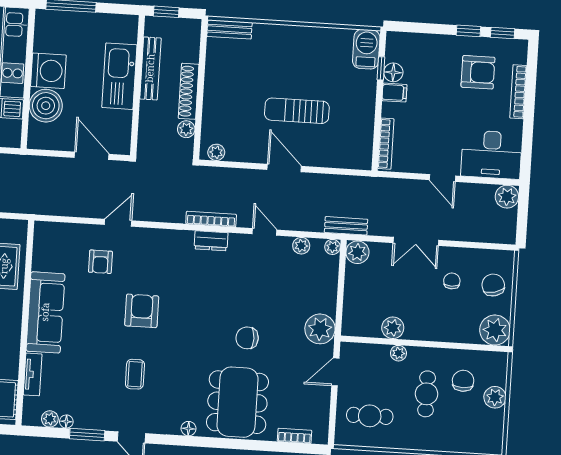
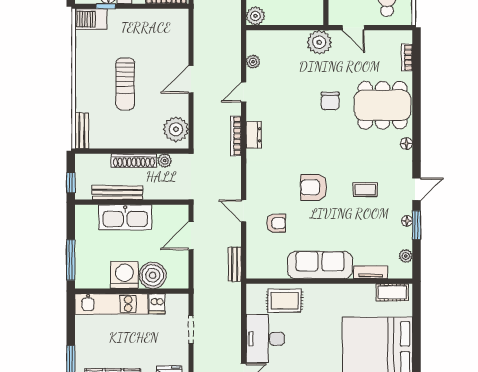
sun lounger: (297, 111) -> (125, 84), moved
plant: (216, 152) -> (176, 129), width x1.88, depth x1.88
bench: (346, 226) -> (235, 264), moved
plant: (333, 247) -> (252, 36), removed
floor lamp: (66, 422) -> (407, 221), moved

